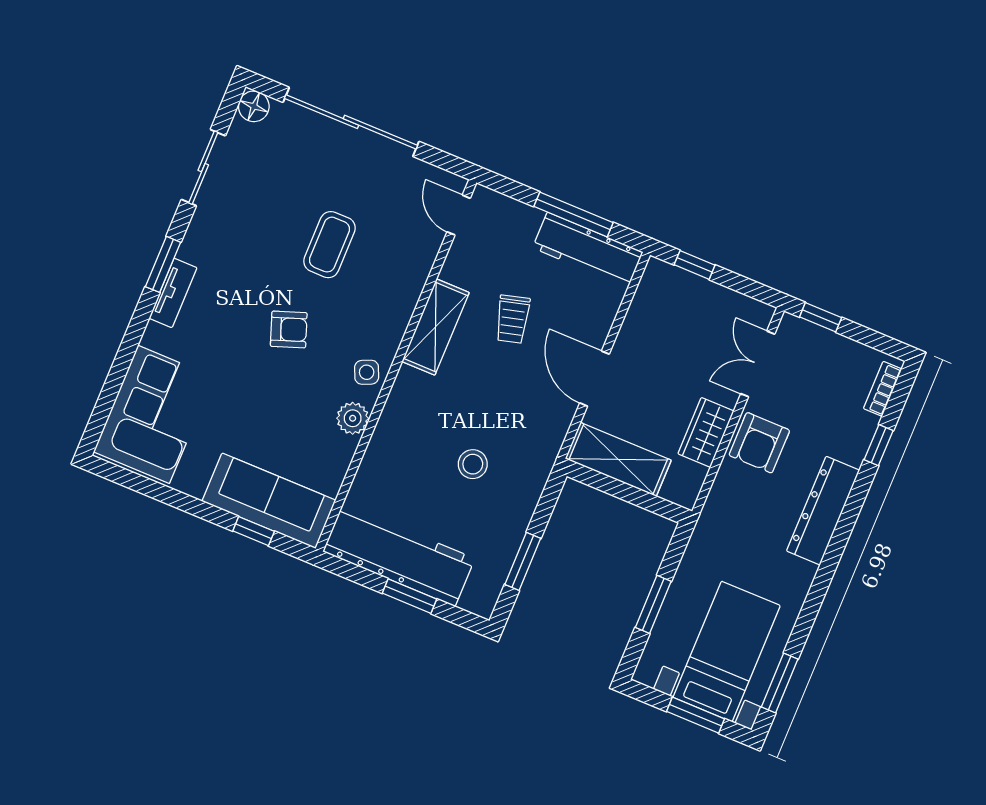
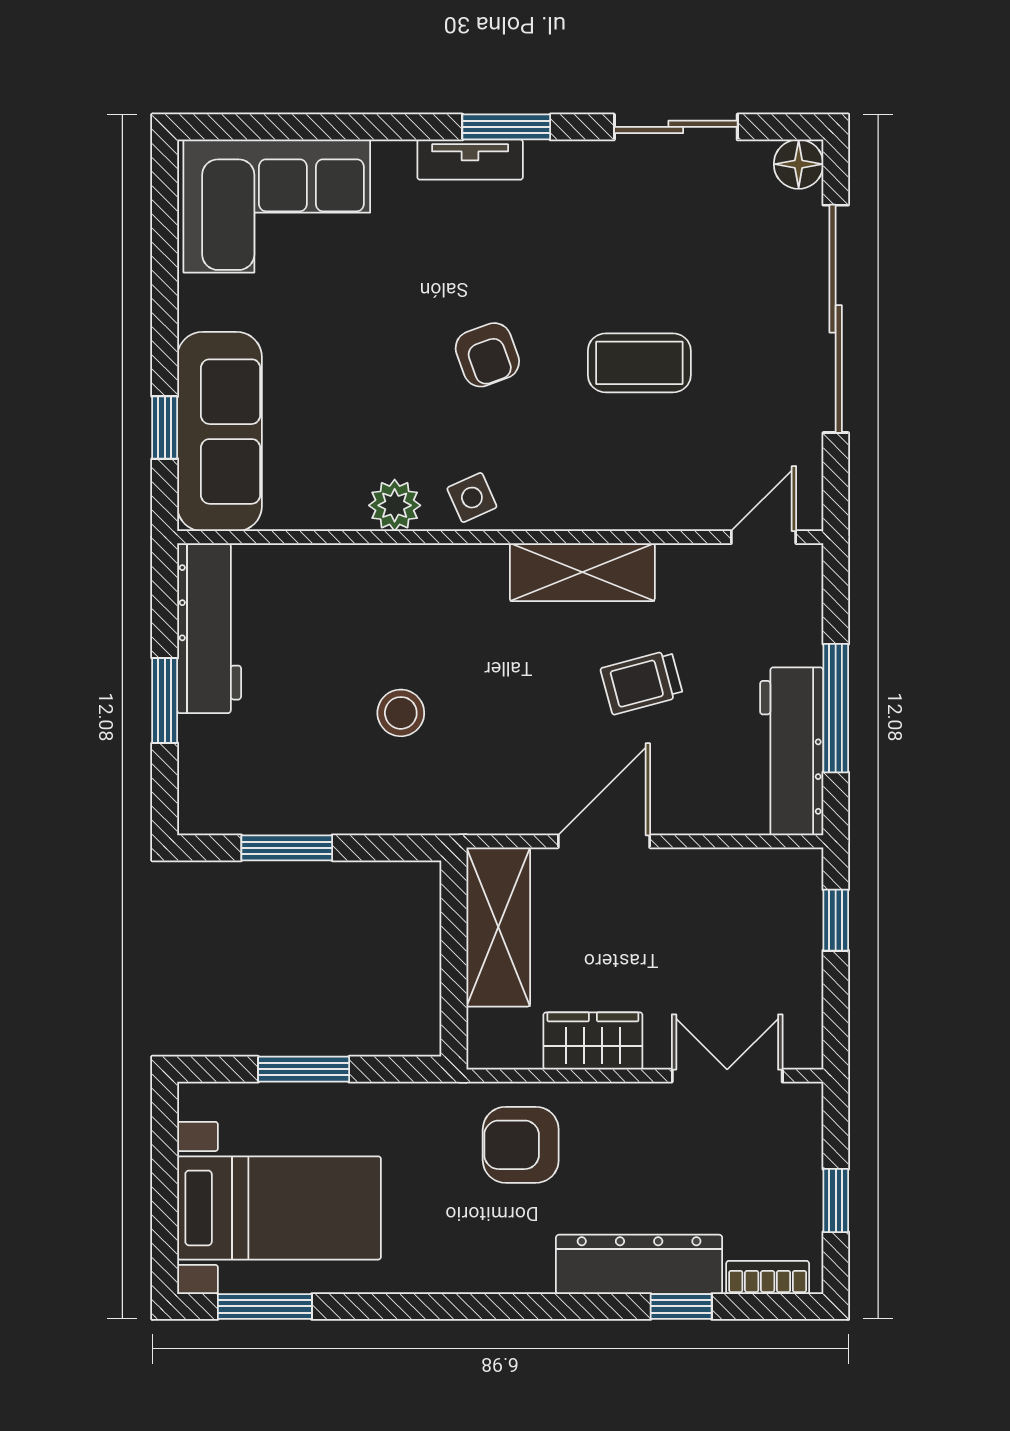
window: (821, 317) -> (836, 1201), moved
armchair: (759, 443) -> (521, 1145), moved
dresser: (823, 511) -> (639, 1264), moved
workbench: (399, 555) -> (209, 628), width x0.73, depth x0.76
window: (695, 715) -> (165, 1201), removed

